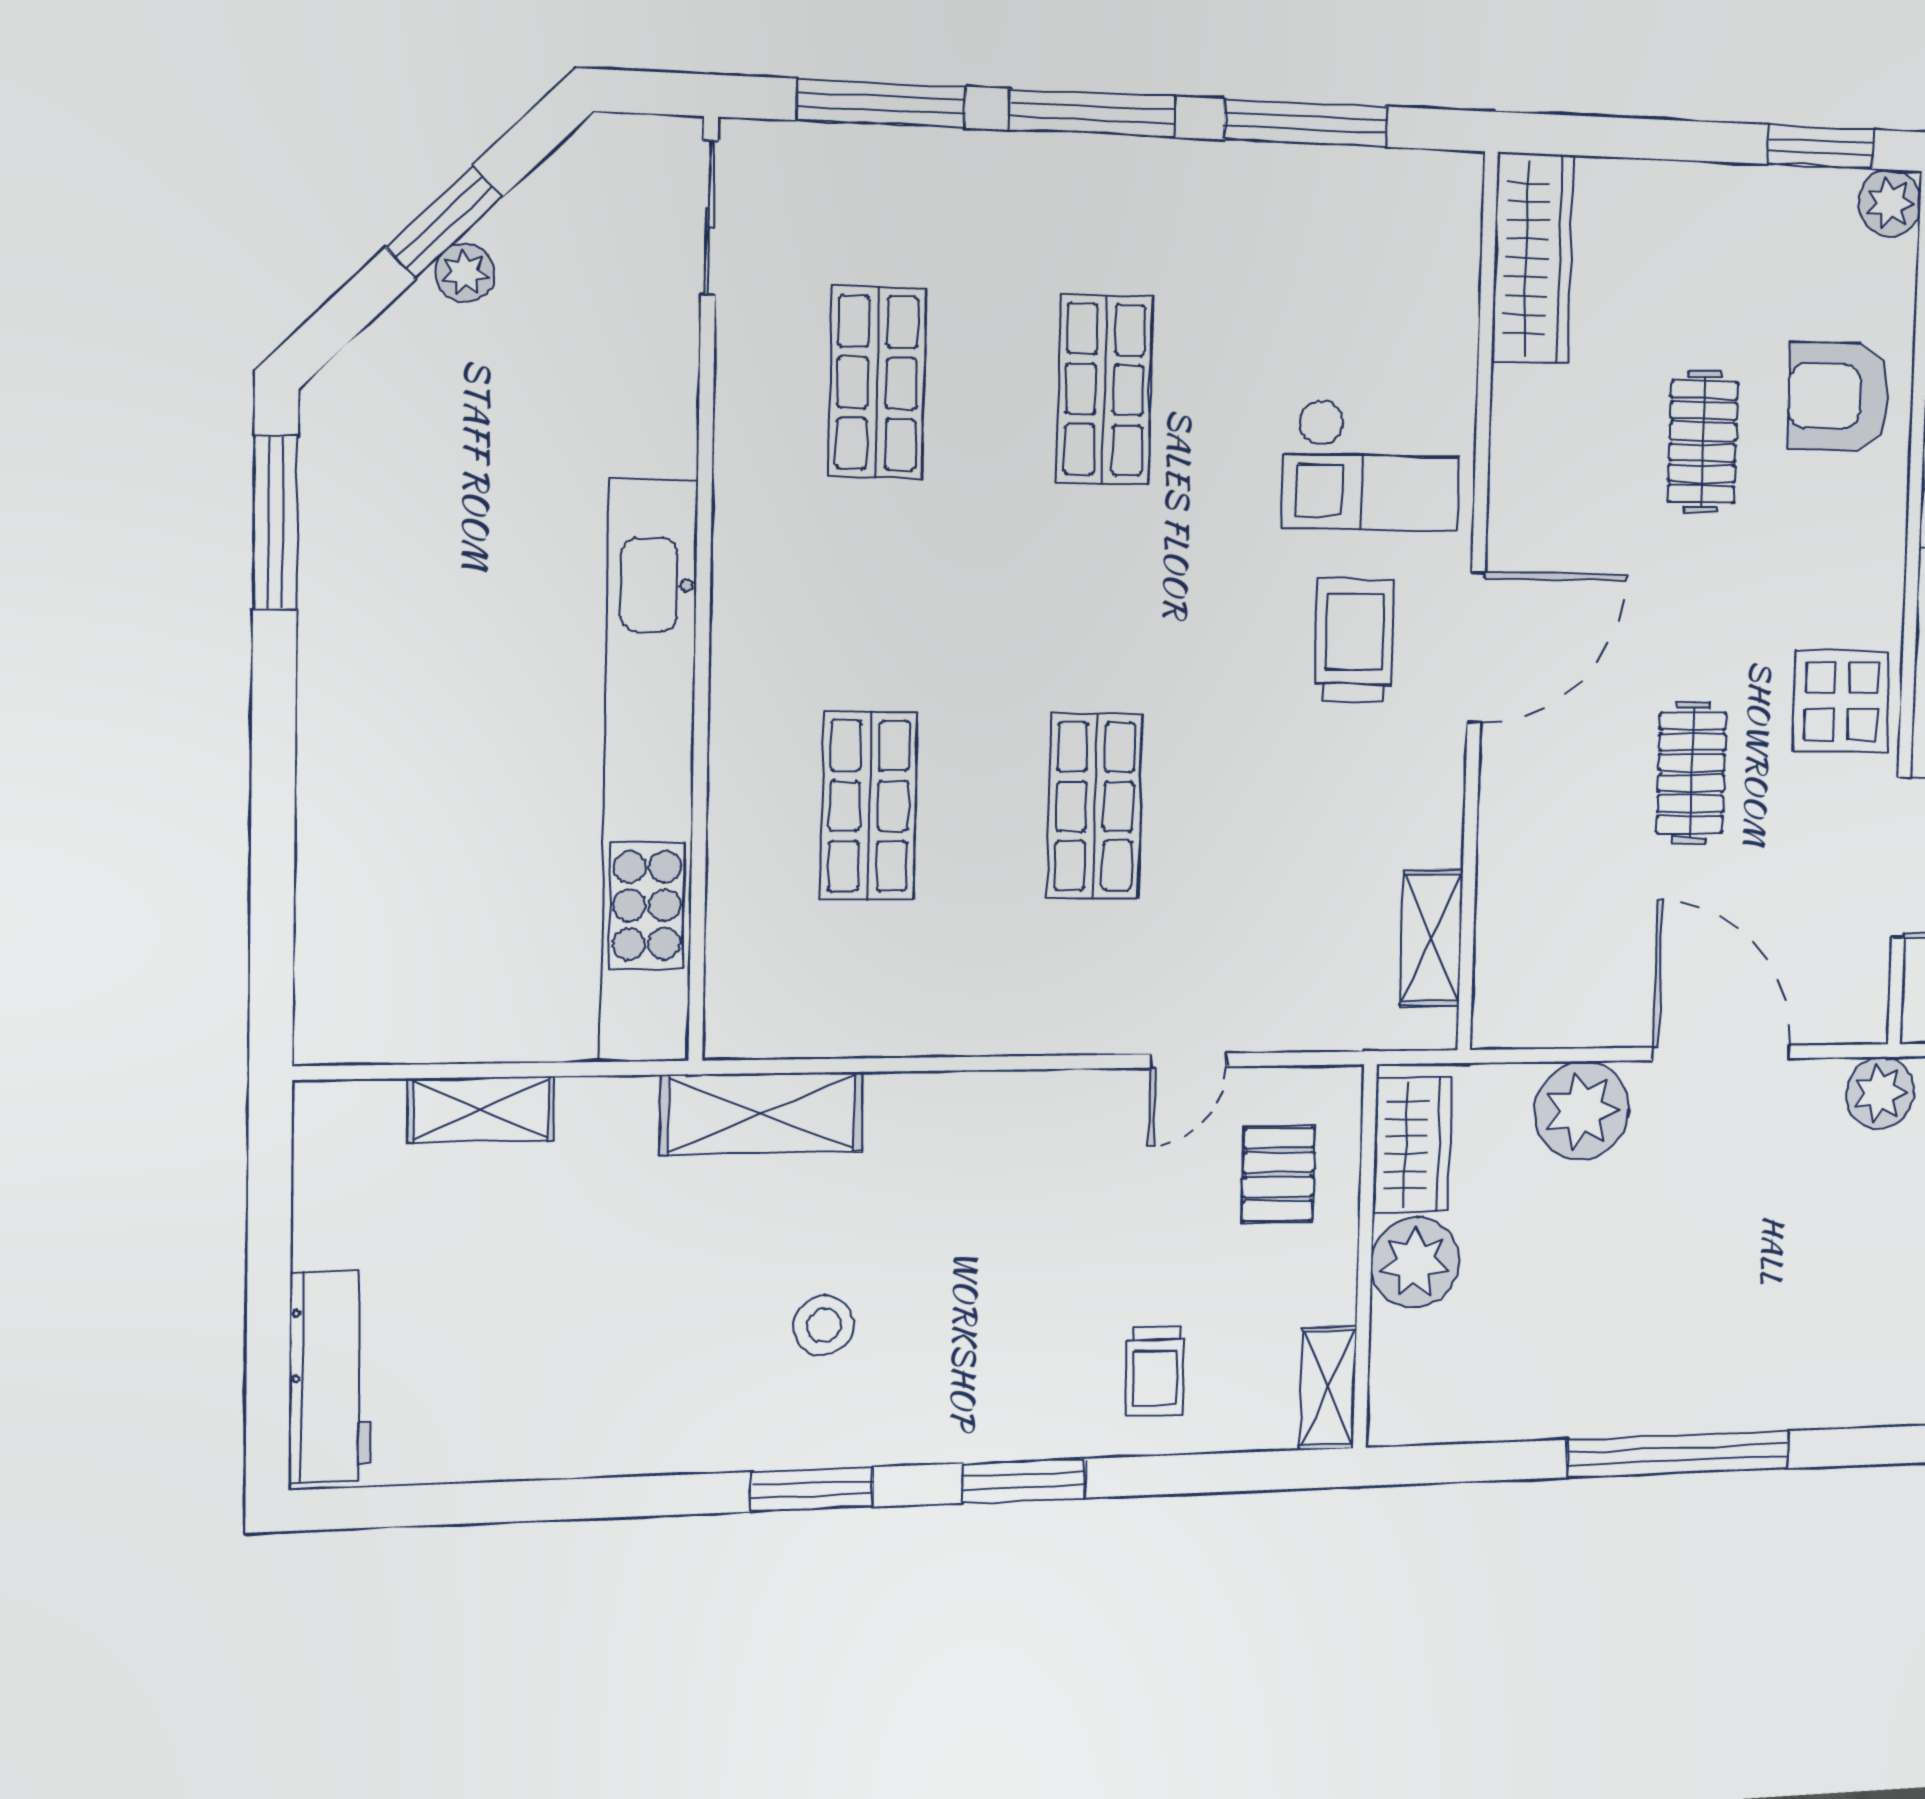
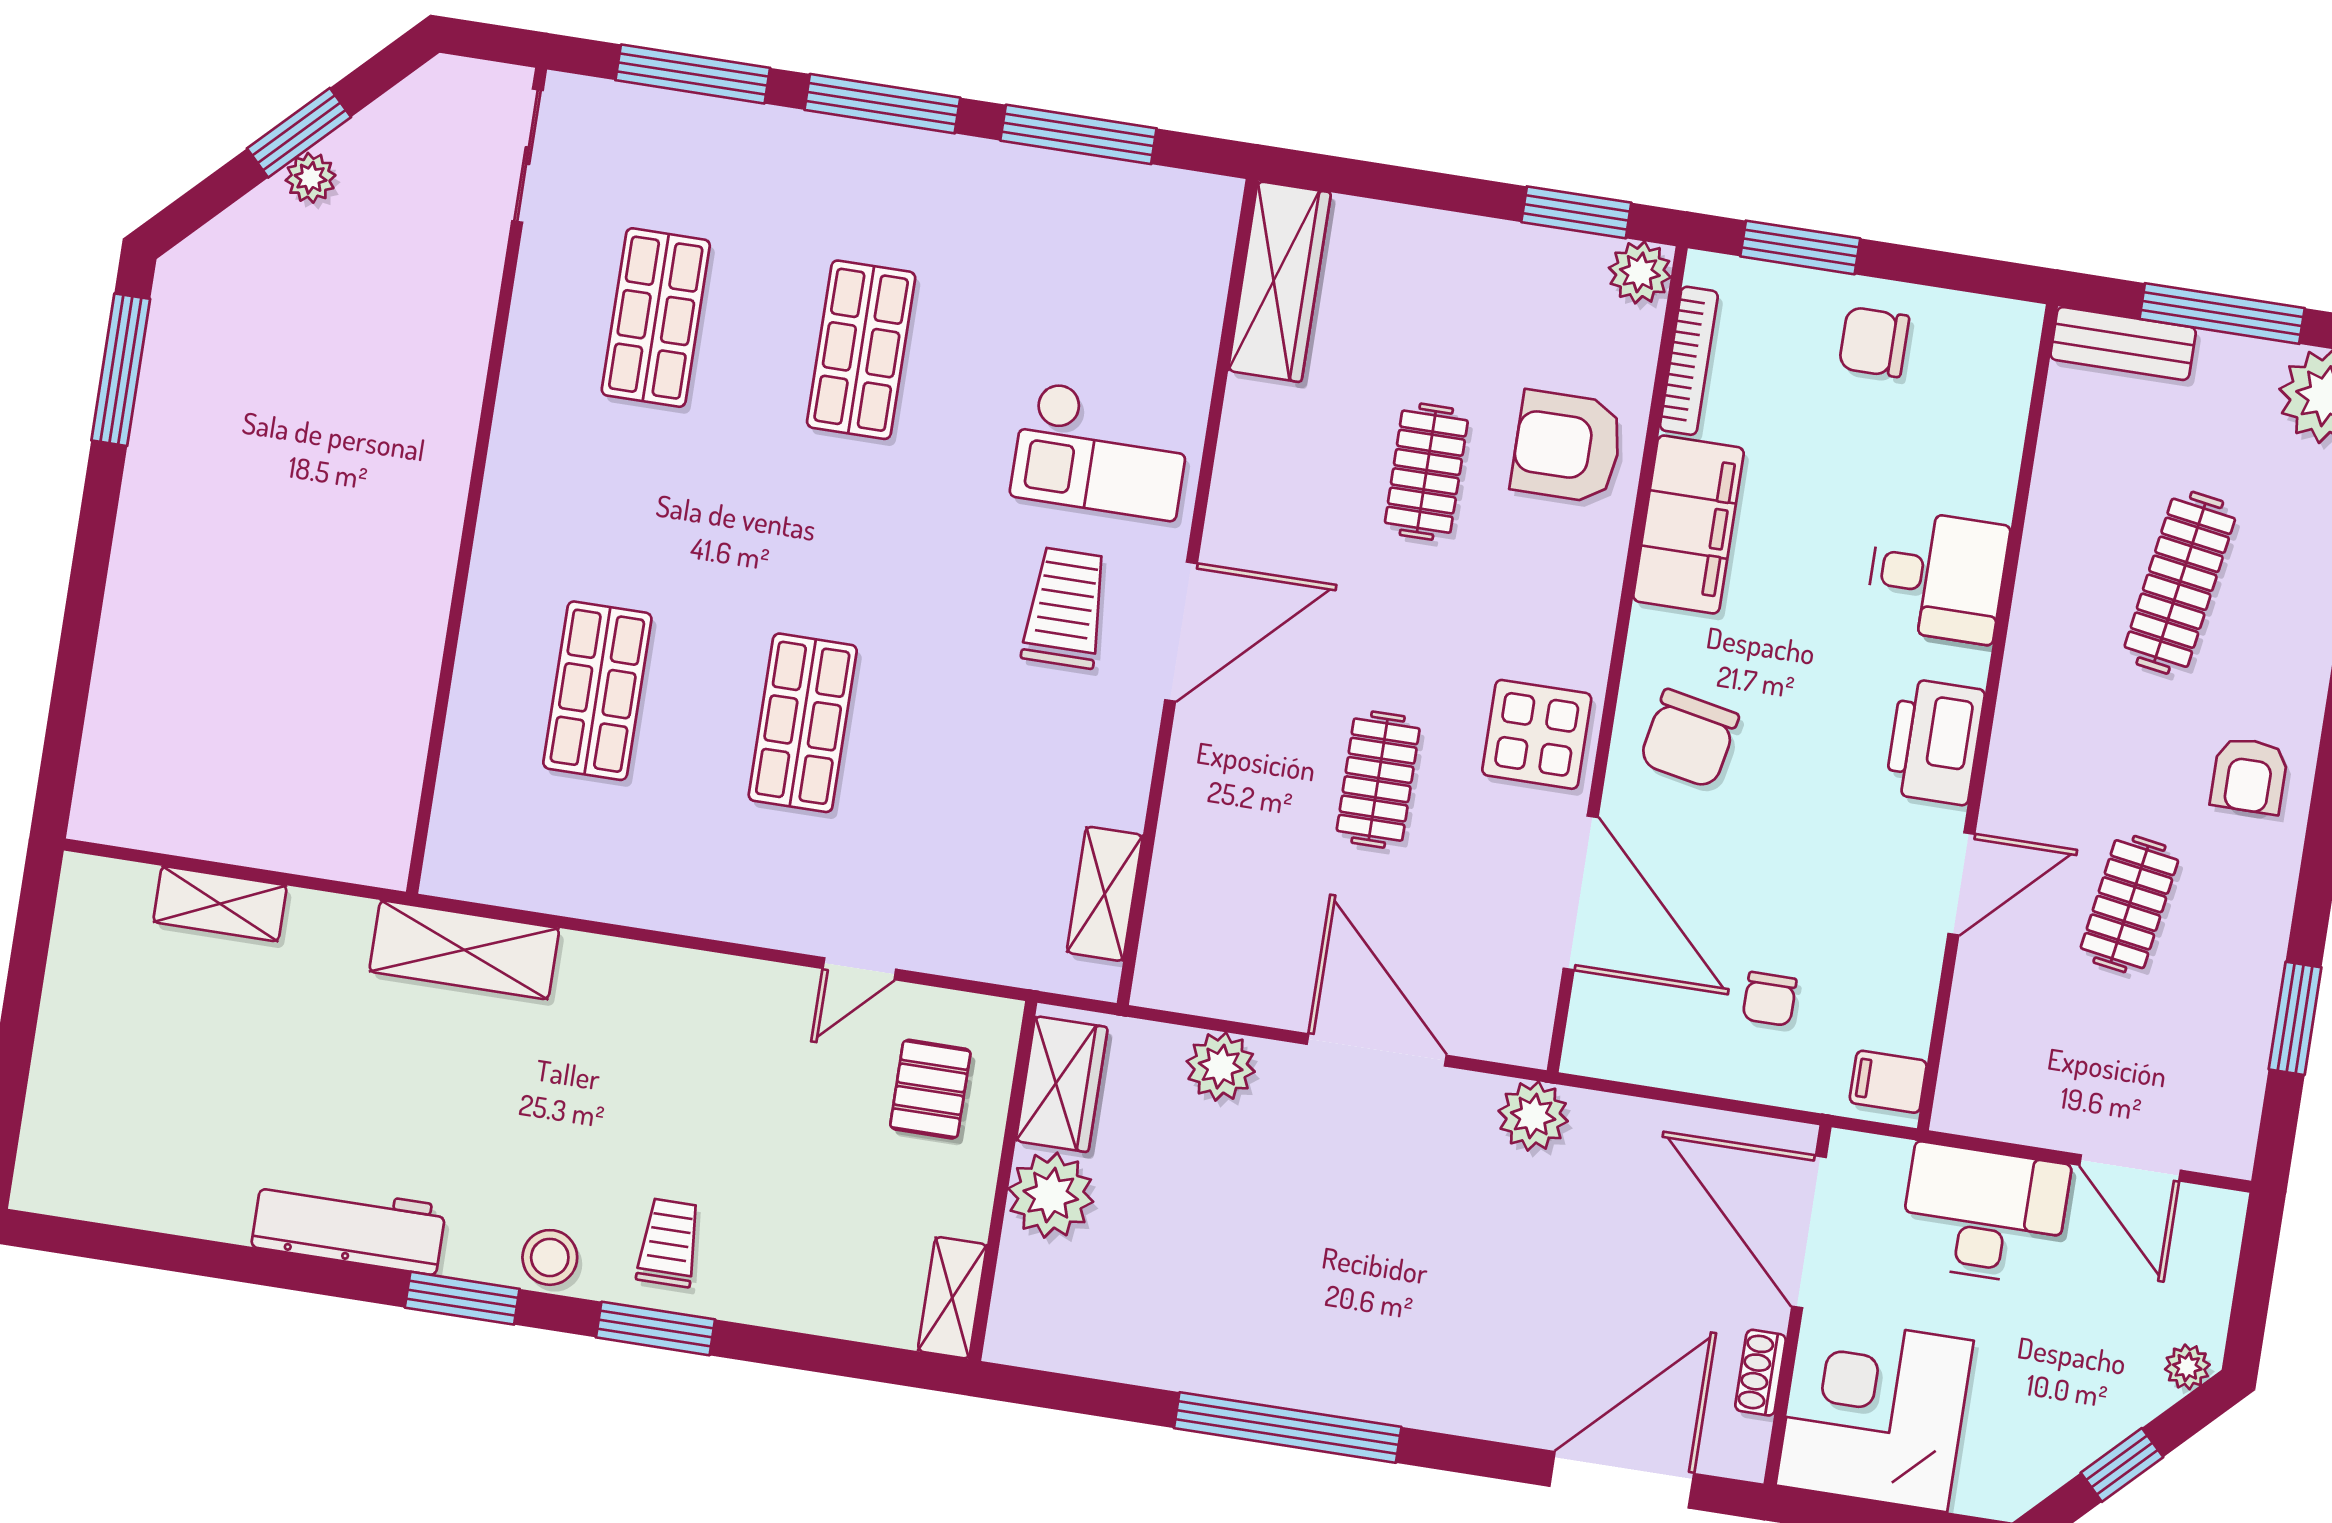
kitchen unit: (649, 772) -> (407, 631), removed
plant: (1582, 1111) -> (1221, 1067), width x0.73, depth x0.73
stool: (824, 1325) -> (550, 1257), moved
trolley: (1155, 1372) -> (669, 1243), moved, turned 180
workbench: (330, 1377) -> (349, 1226), moved, turned -90

